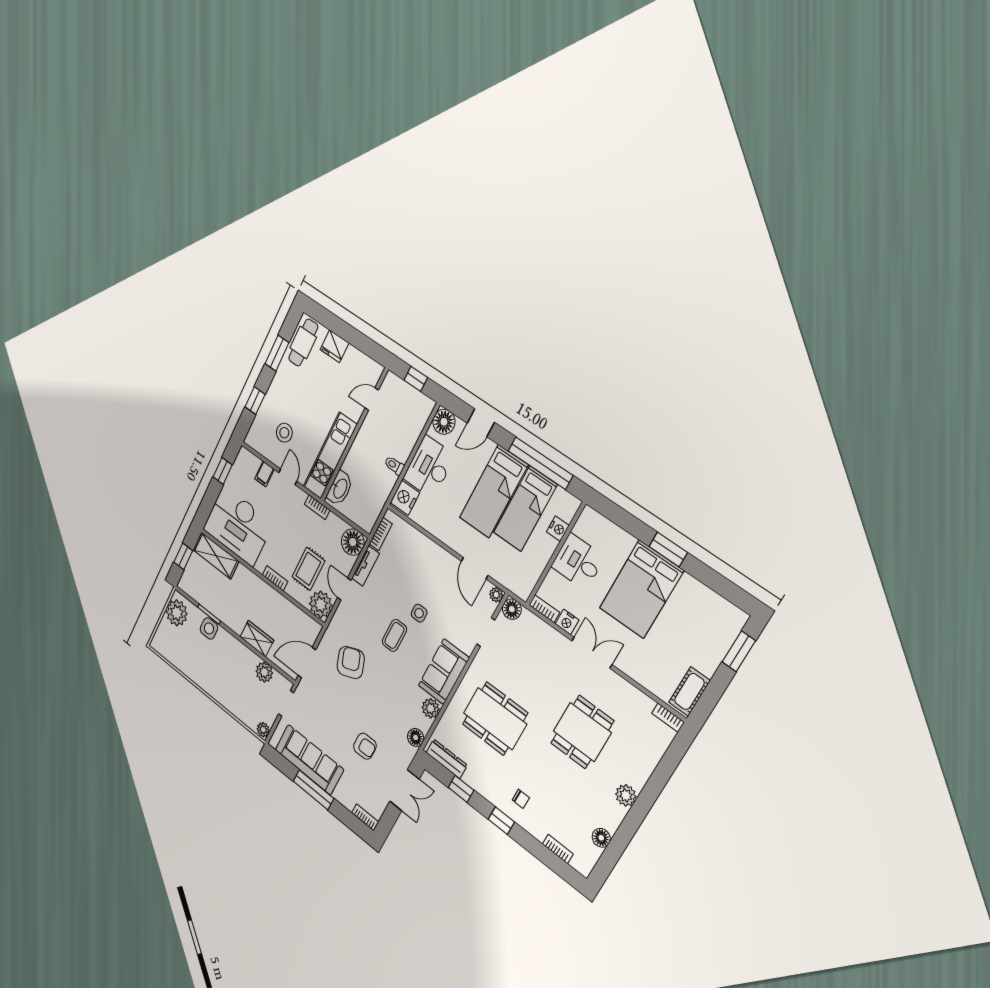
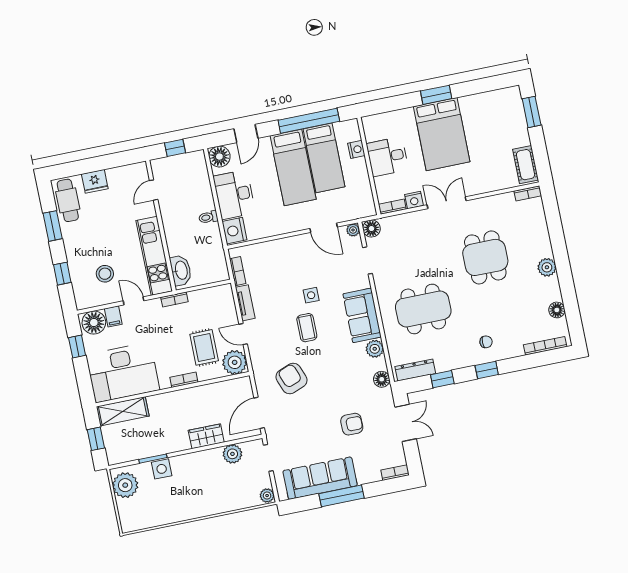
floor lamp: (353, 542) -> (94, 323), moved
bookcase: (558, 849) -> (545, 346), width x1.56

